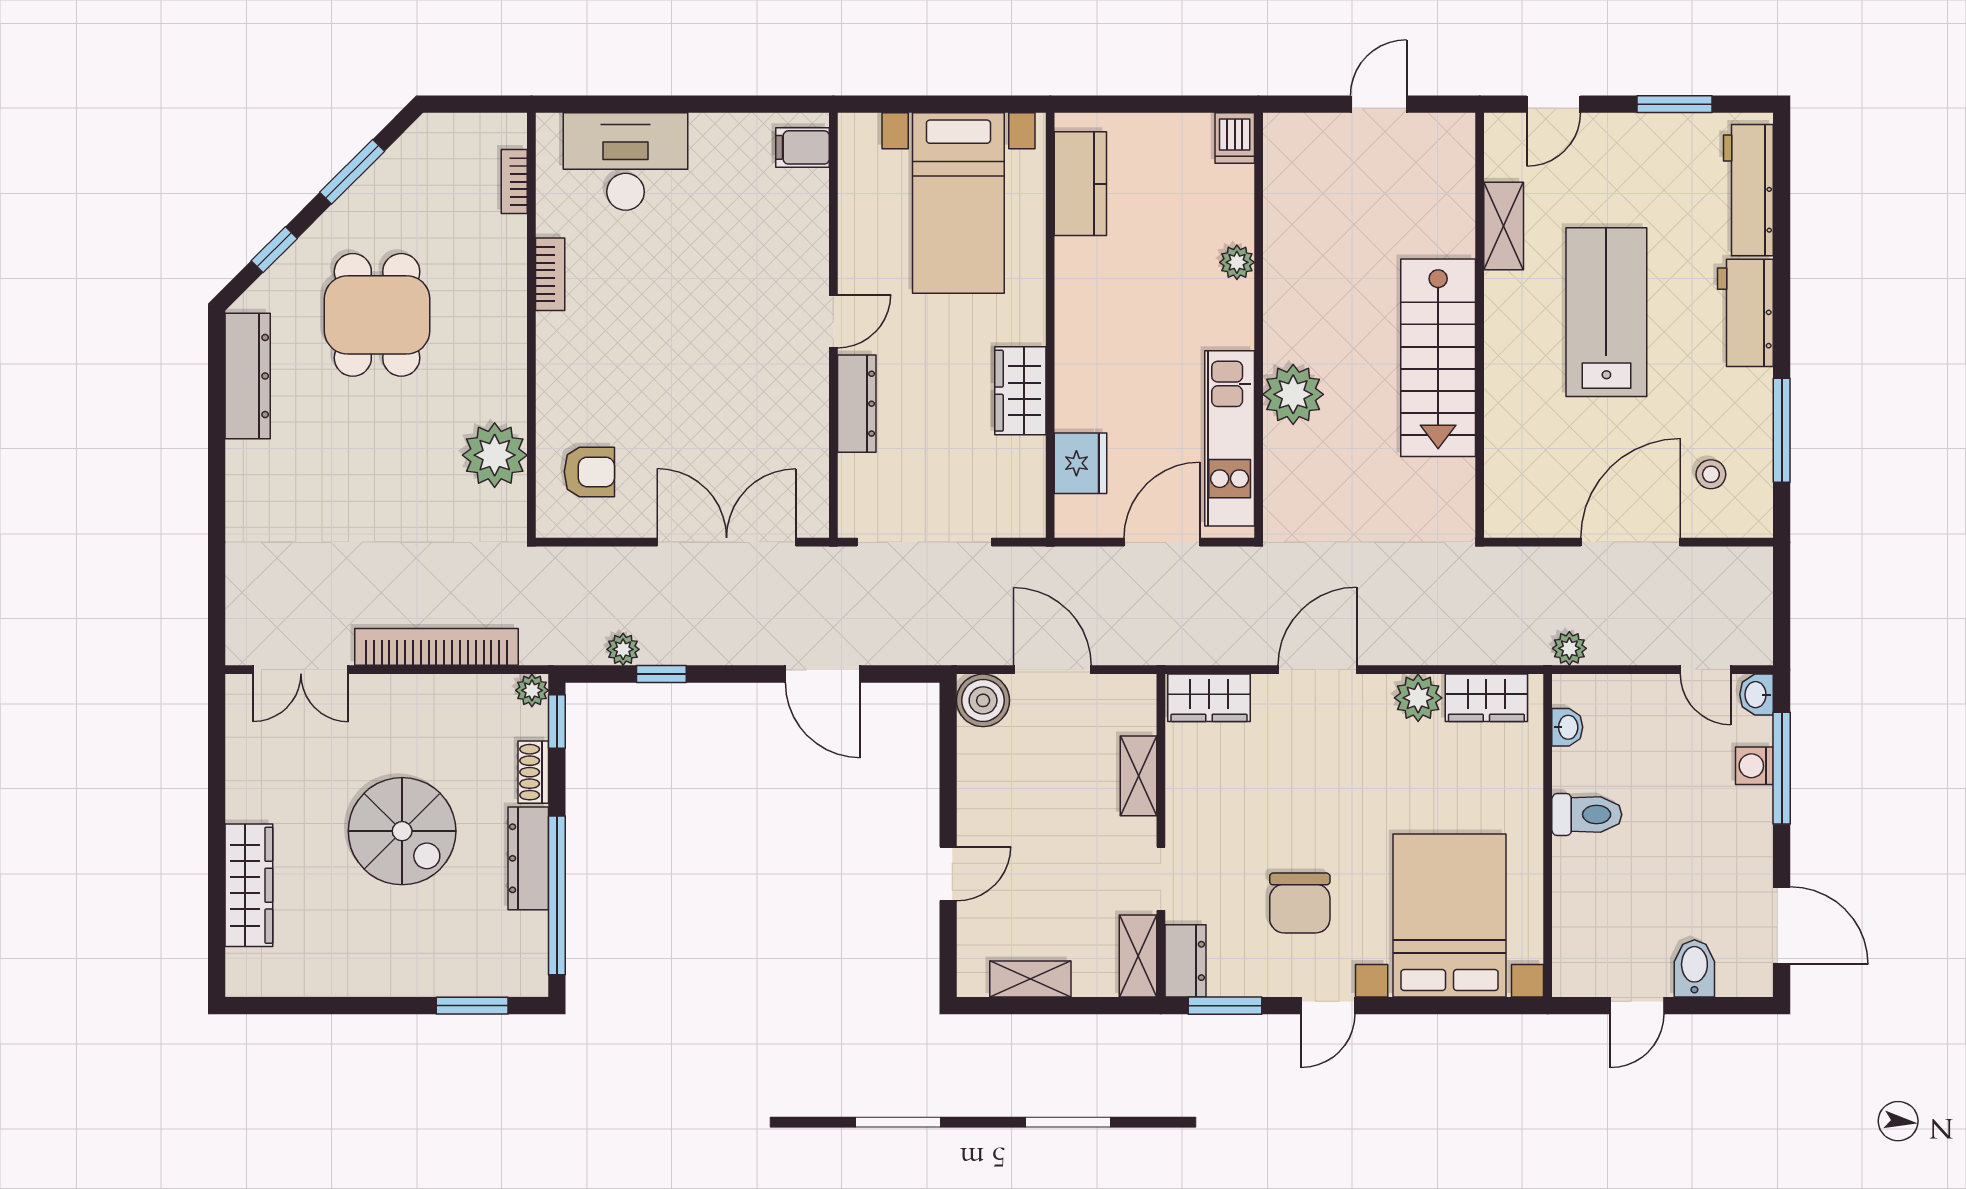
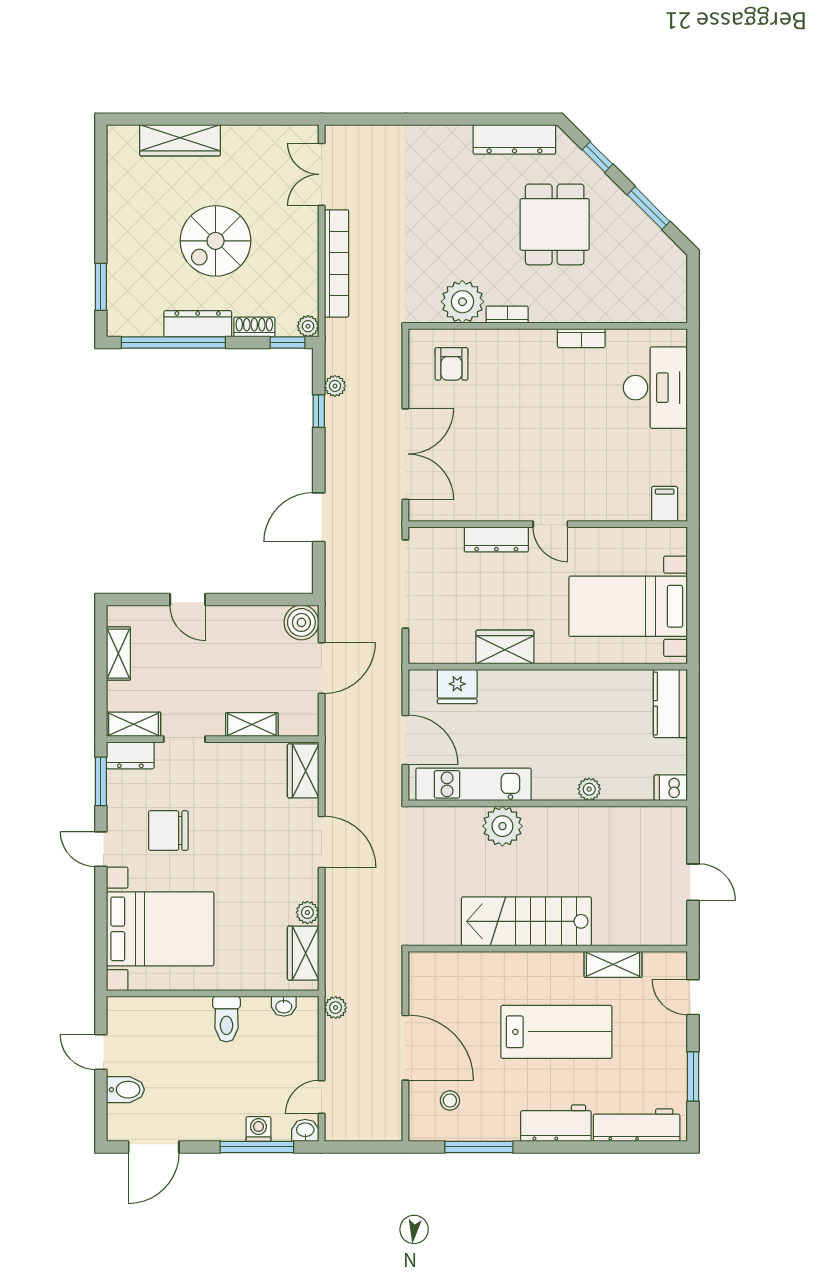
bookcase: (514, 182) -> (507, 315), moved
kitchen counter: (1080, 184) -> (670, 703), moved, turned 90
dining table: (377, 315) -> (555, 224), turned 90
plant: (1418, 698) -> (307, 912), width x0.73, depth x0.73

